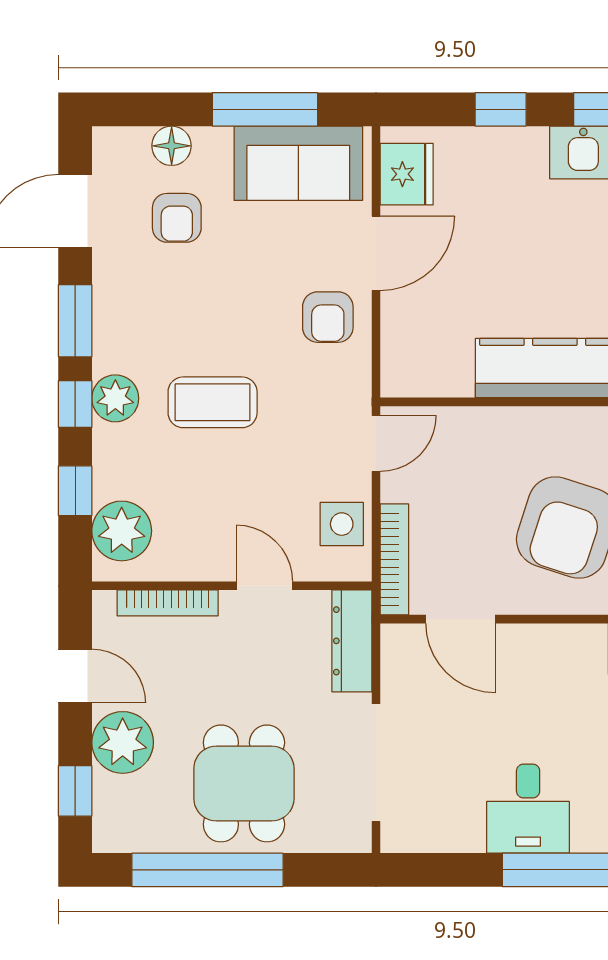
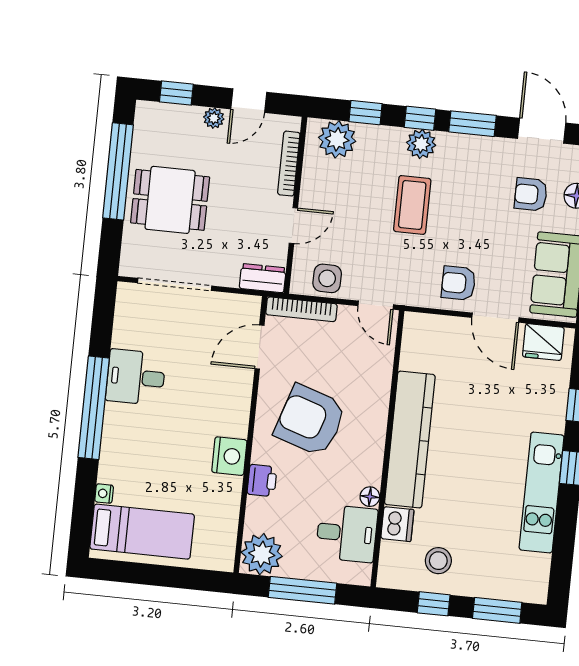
dresser: (352, 641) -> (263, 278), width x0.70
plant: (123, 742) -> (214, 118), width x0.53, depth x0.53

